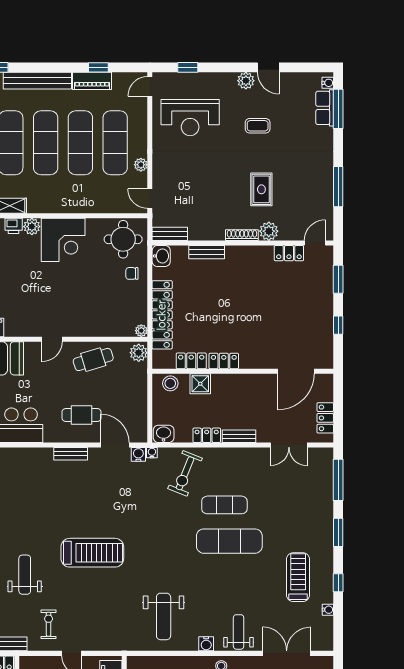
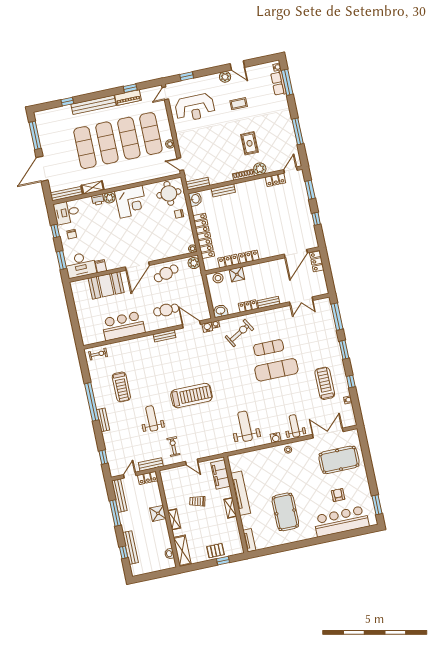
door: (52, 339) -> (137, 266), width x1.88
locker: (325, 418) -> (317, 261), moved
exercise bike: (185, 473) -> (239, 333), turned -142
weight bench: (164, 616) -> (245, 426), turned 180

